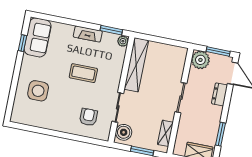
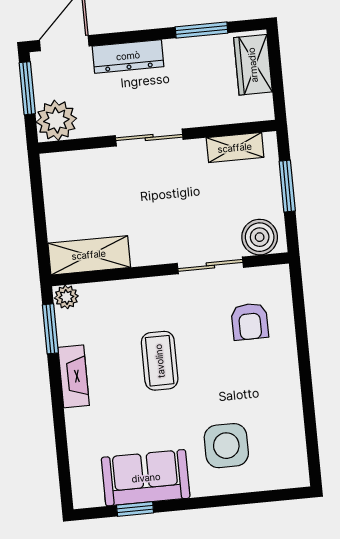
sofa: (38, 37) -> (146, 478), moved
shelving: (136, 65) -> (89, 255), width x0.68
dresser: (220, 94) -> (128, 56), width x1.44
armchair: (88, 117) -> (250, 322), turned -90

